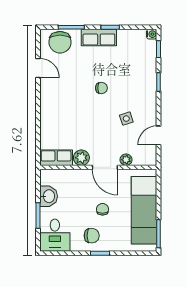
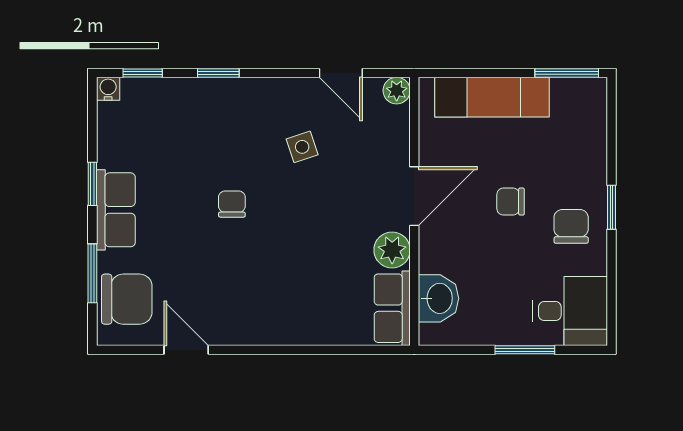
door: (38, 68) -> (186, 350), hinge flipped
plant: (126, 160) -> (397, 91), moved
washbasin: (49, 196) -> (438, 298), moved, turned 90
exam couch: (144, 210) -> (492, 97), width x0.73, depth x0.69

